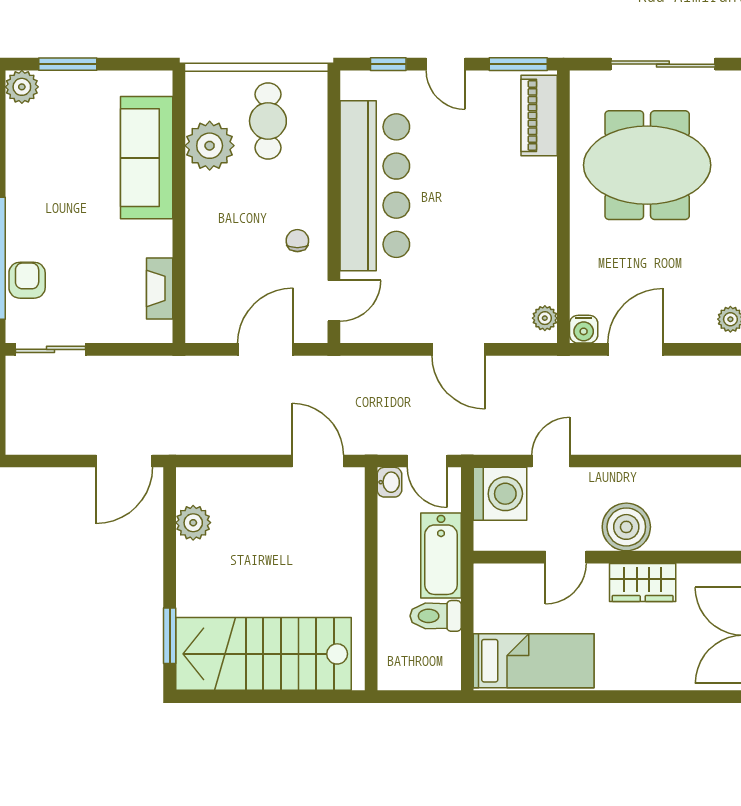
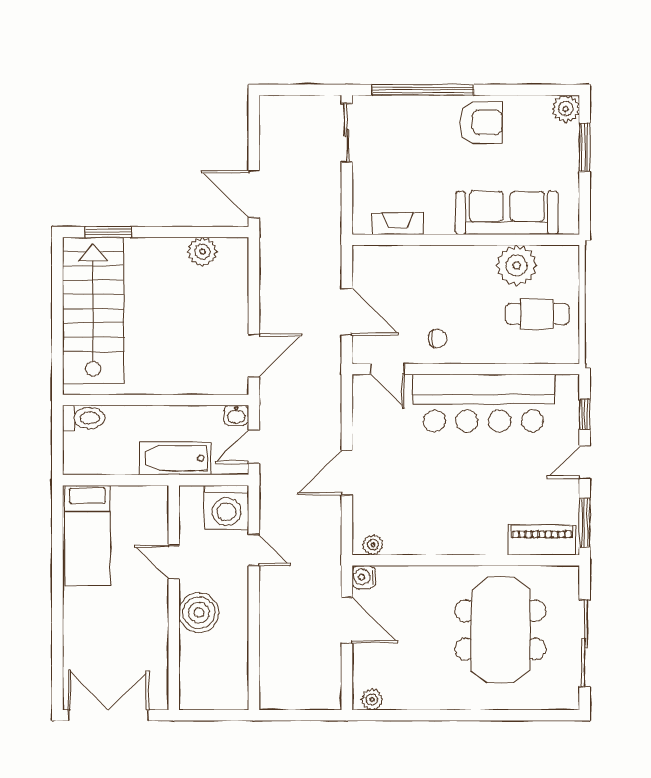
armchair: (27, 280) -> (481, 122), moved, width x1.38, depth x1.38
wardrobe: (643, 582) -> (153, 626), removed
toilet: (436, 616) -> (84, 418), moved, turned 90

